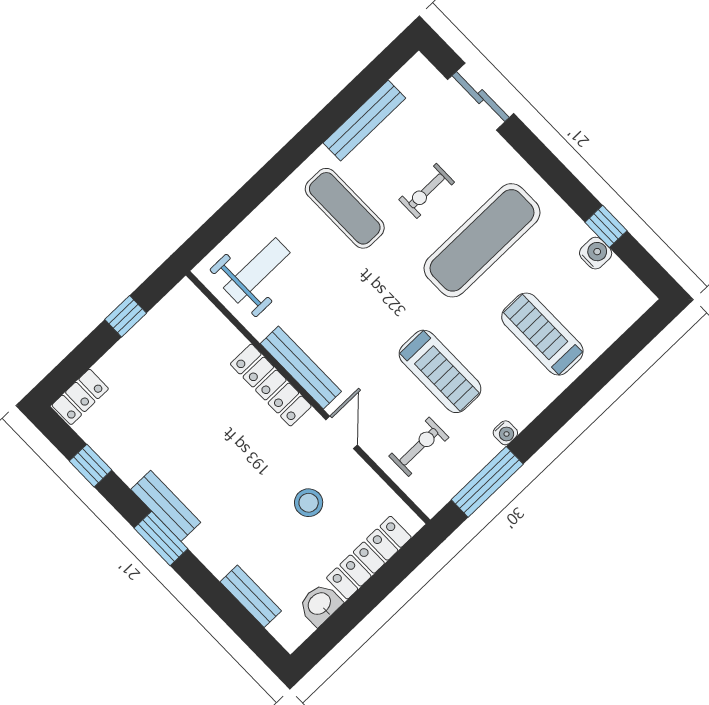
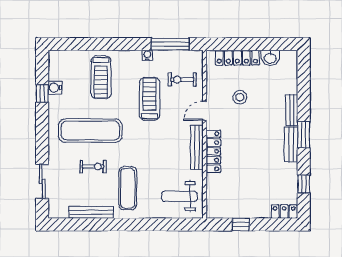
bench: (251, 596) -> (292, 110), moved

